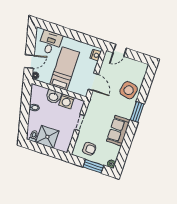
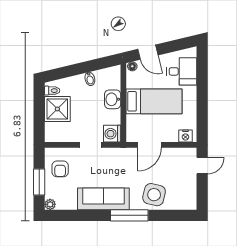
door: (120, 50) -> (202, 166), swing flipped
washing machine: (67, 101) -> (112, 134), moved
window: (137, 112) -> (129, 215), width x1.44
sofa: (118, 131) -> (103, 199), width x1.36

